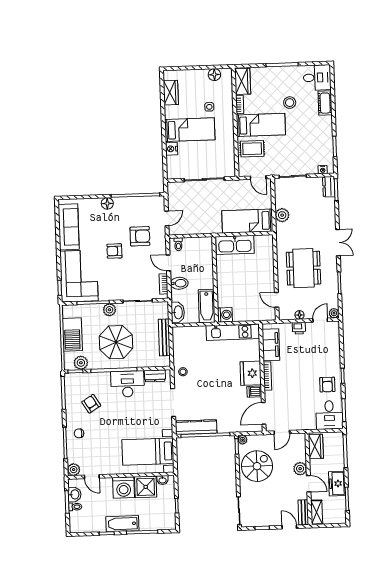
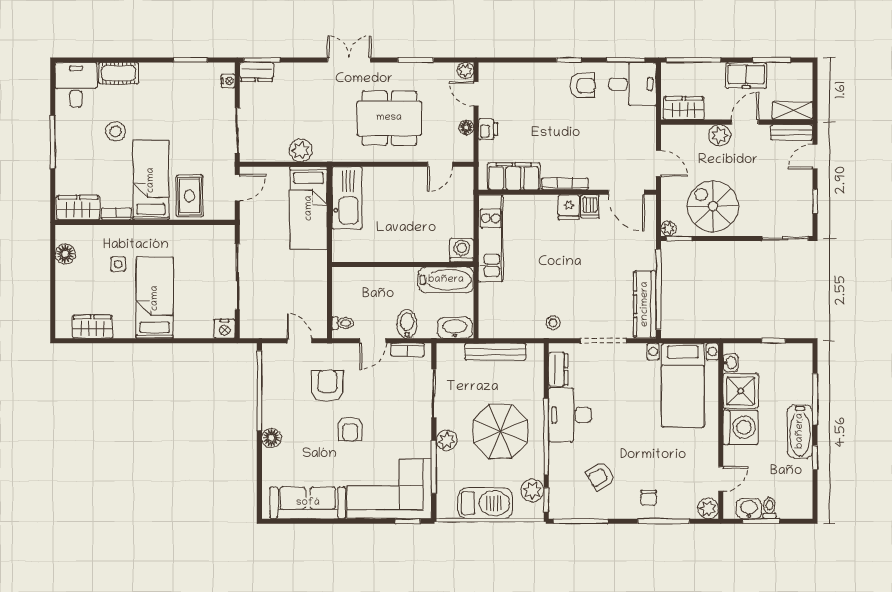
nightstand: (172, 149) -> (224, 329), moved
kitchen sink: (235, 245) -> (347, 198), moved
fridge: (251, 373) -> (569, 207), width x0.53, depth x0.75

